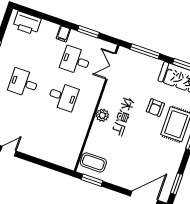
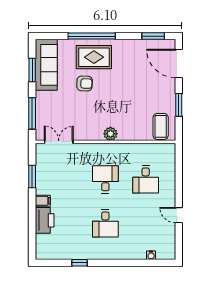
printer: (27, 23) -> (45, 220), moved
desk: (76, 60) -> (146, 179), moved
double door: (111, 66) -> (59, 142), swing flipped
window: (92, 180) -> (179, 105), moved

